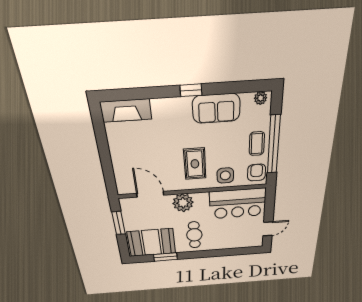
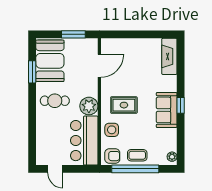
sofa: (216, 108) -> (167, 110), moved
plant: (183, 203) -> (89, 106), moved

